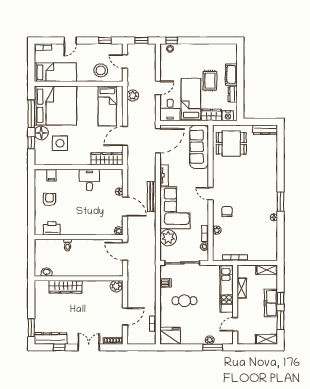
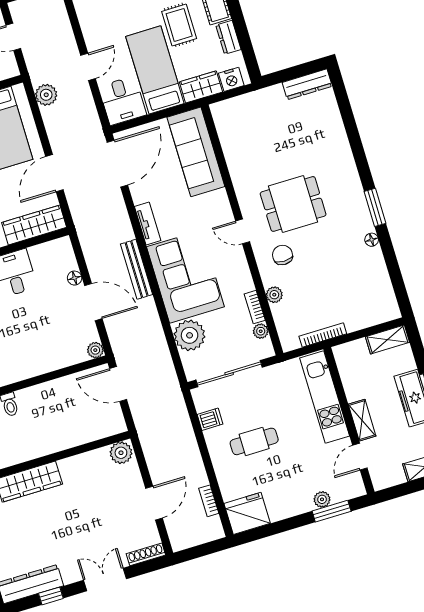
dining table: (231, 143) -> (293, 204), moved
shelving: (242, 288) -> (362, 420), moved

